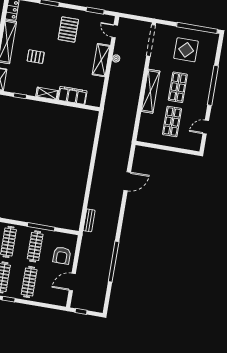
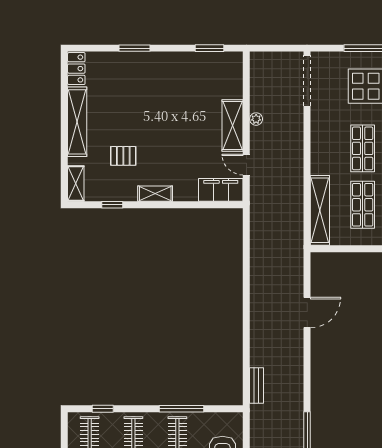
pallet: (68, 29) -> (172, 86), removed
door: (115, 31) -> (246, 165), moved
pallet: (36, 57) -> (123, 156), moved
shelving: (150, 91) -> (320, 210), moved
filing cabinet: (72, 95) -> (221, 190), moved

